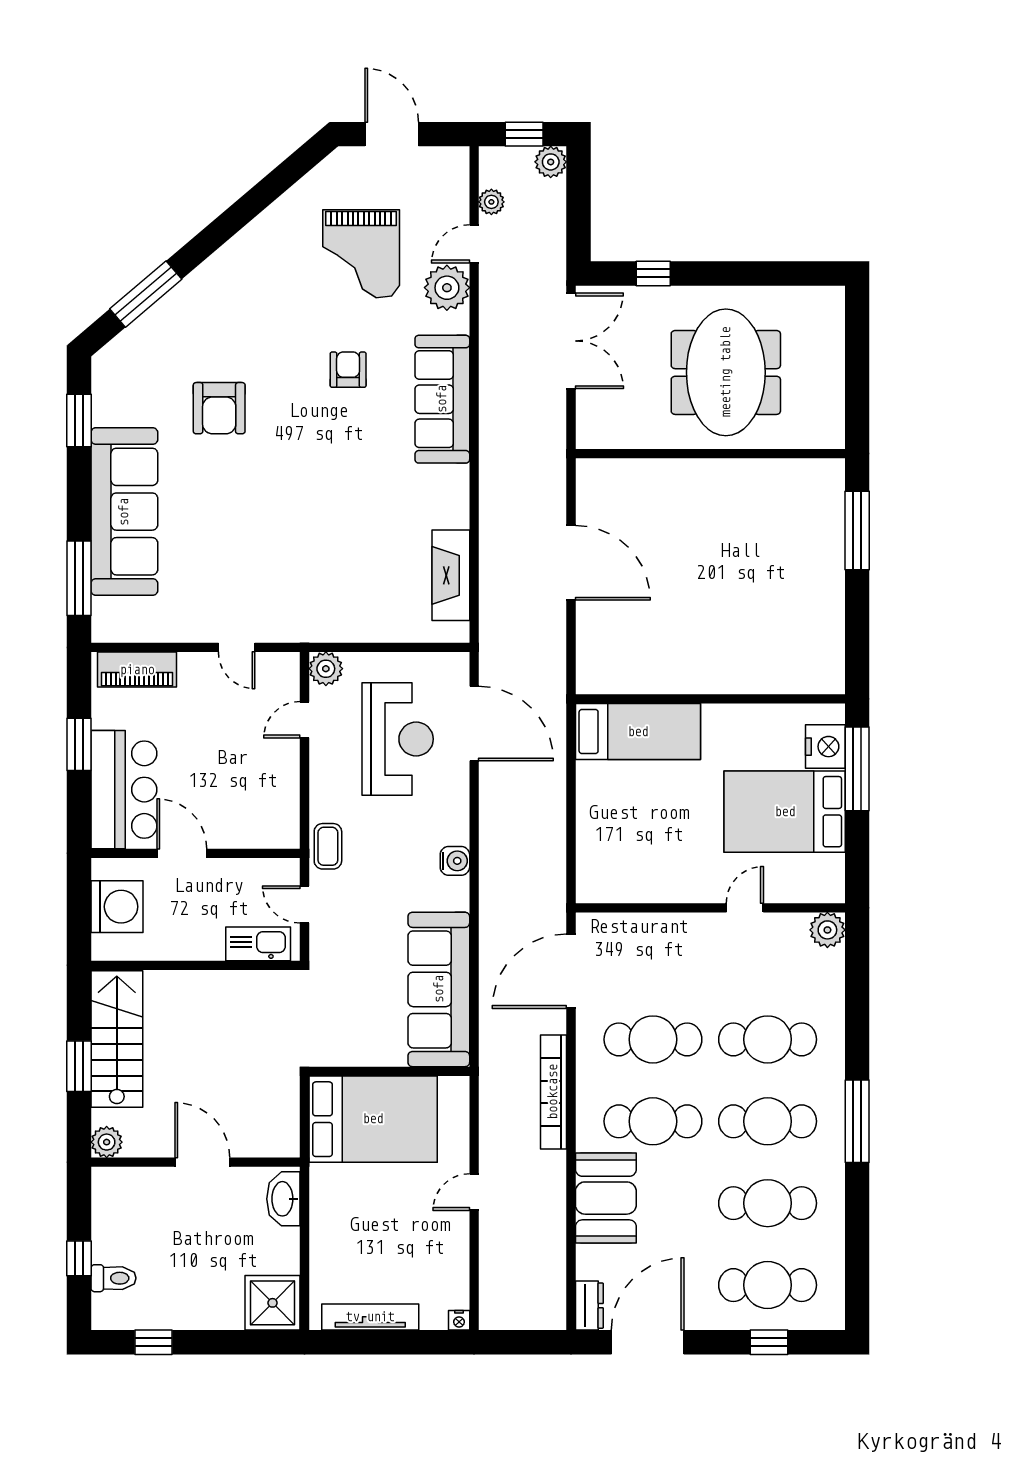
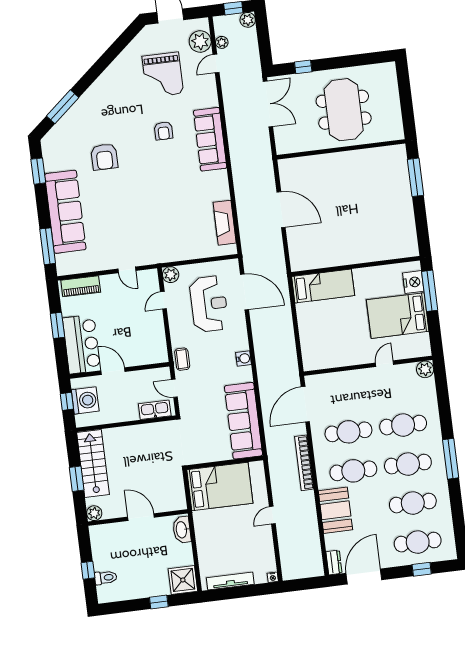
plant: (447, 288) -> (200, 41), moved
armchair: (348, 370) -> (163, 131), turned 180
window: (79, 904) -> (67, 401), added
window: (153, 1342) -> (159, 602), moved

